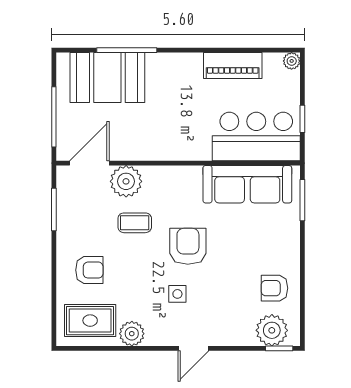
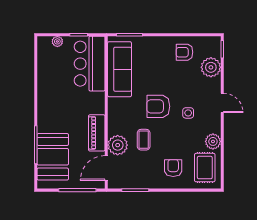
plant: (292, 61) -> (57, 41), moved
piano: (233, 66) -> (97, 133), moved, turned 180
door: (89, 163) -> (106, 168), hinge flipped
armchair: (274, 288) -> (184, 52), turned 90
plant: (272, 330) -> (211, 67), moved

